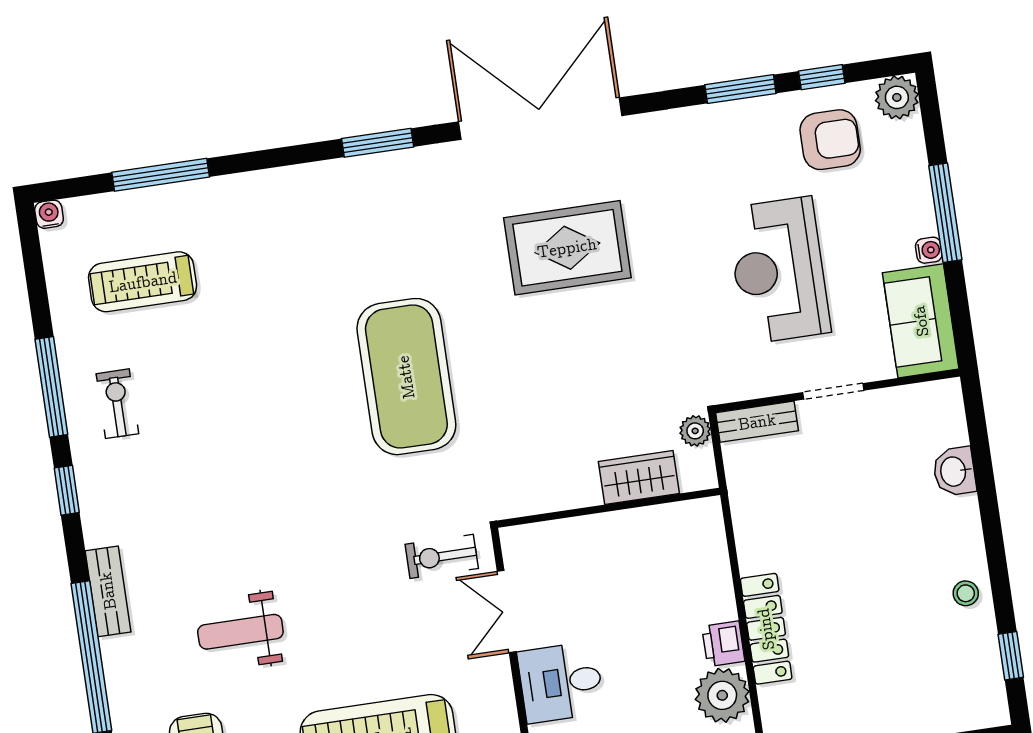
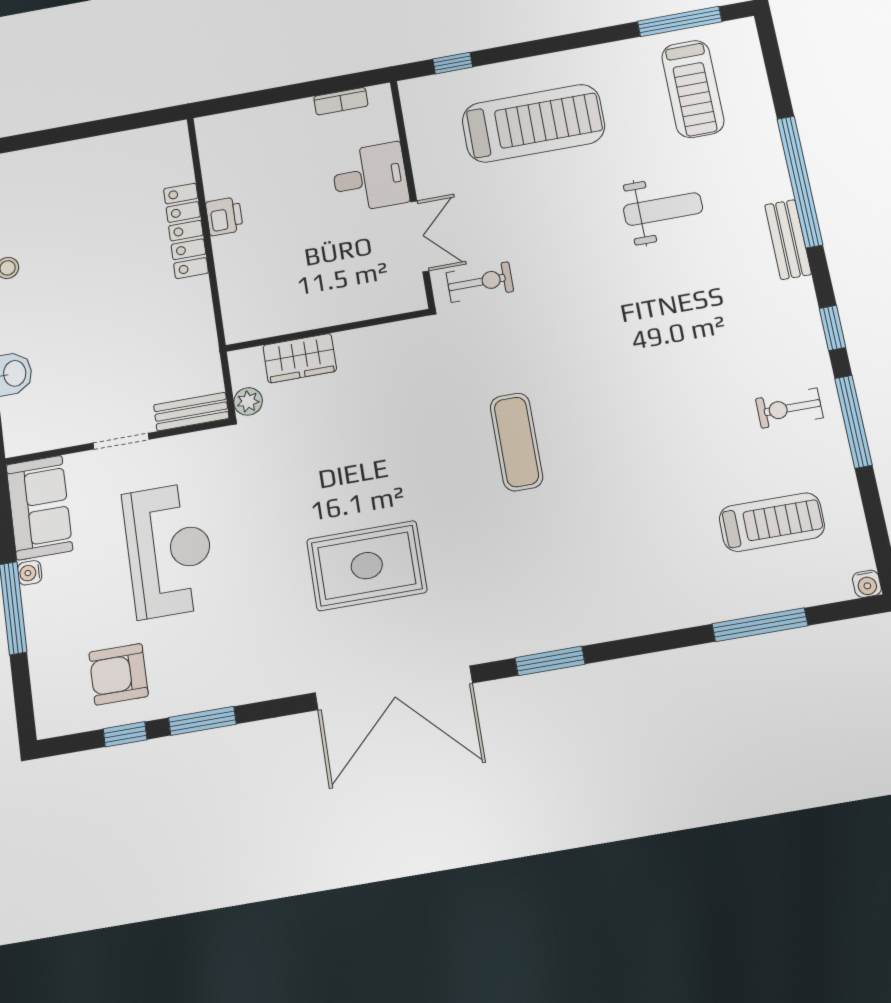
plant: (897, 97) -> (55, 716), removed
exercise mat: (406, 377) -> (516, 442), width x0.50, depth x0.69
exercise bike: (117, 404) -> (789, 408), turned 90
plant: (722, 695) -> (226, 172), removed

